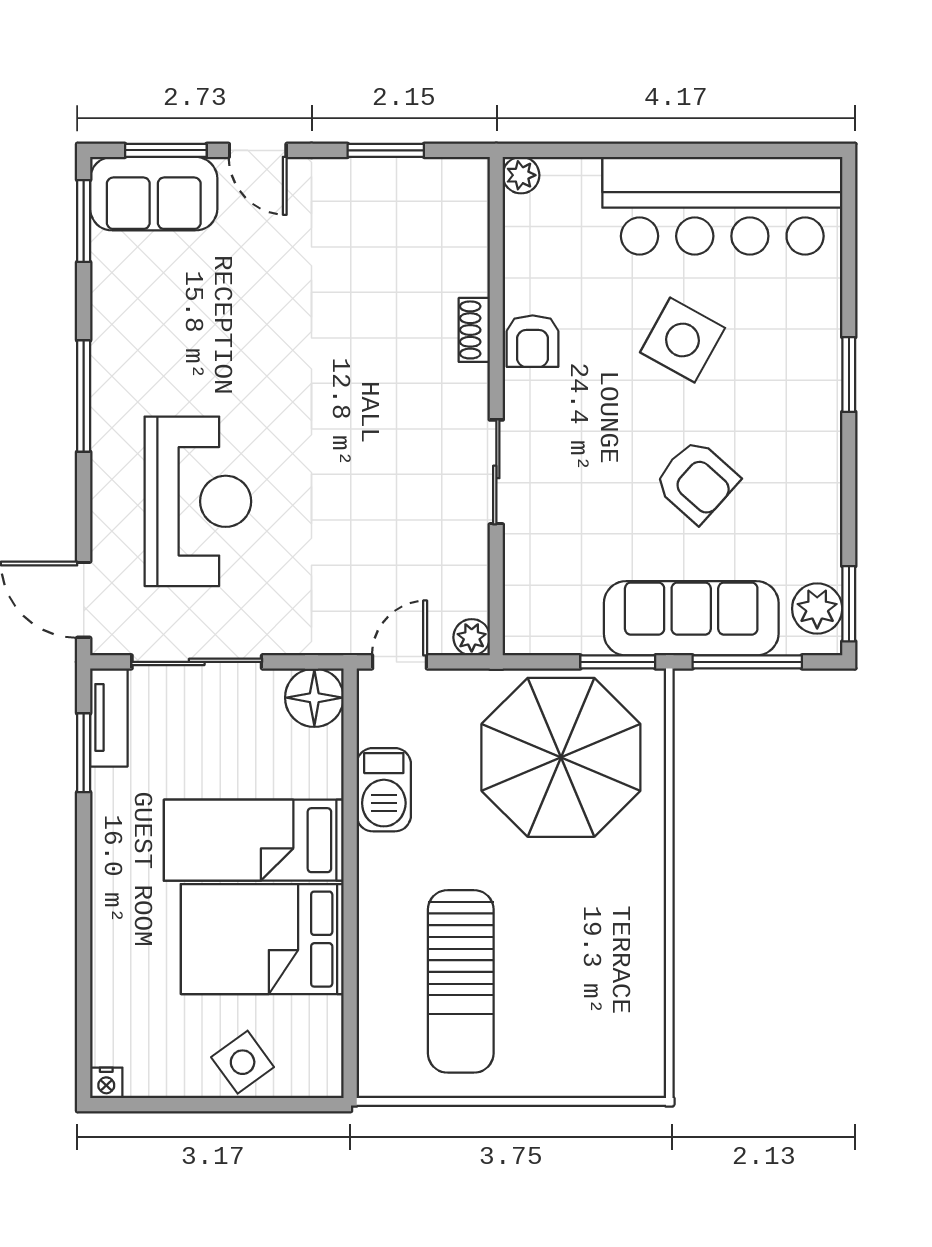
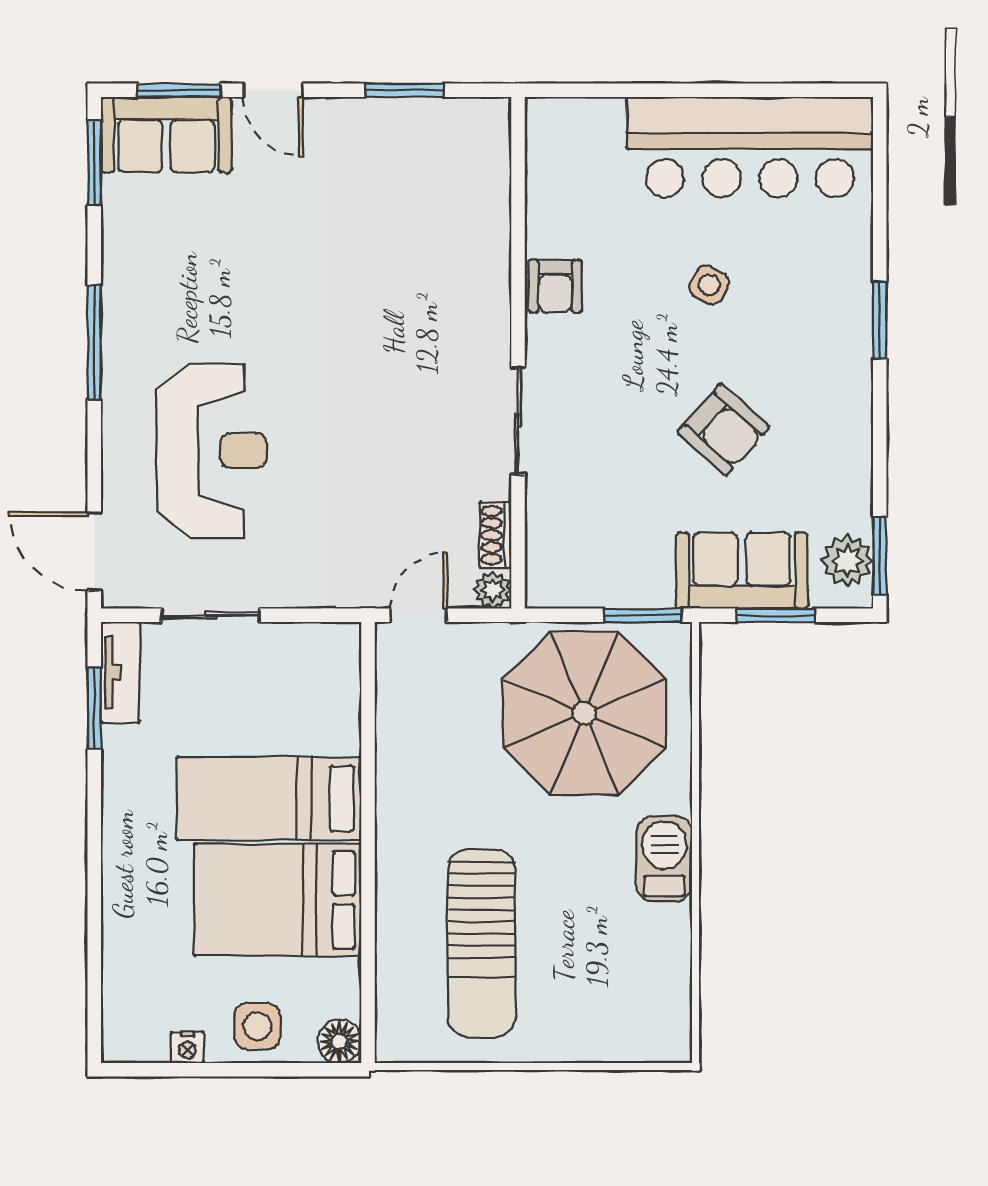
plant: (521, 175) -> (543, 116), removed
shoe rack: (474, 330) -> (495, 535), moved
side table: (682, 340) -> (709, 285), width x0.54, depth x0.54
sofa: (691, 618) -> (742, 571), width x0.73
sliding door: (197, 662) -> (210, 615), width x0.73
window: (747, 662) -> (776, 615), width x0.69
floor lamp: (314, 698) -> (339, 1041), moved, width x0.73, depth x0.73
barbecue: (384, 790) -> (664, 859), moved, turned 180
side table: (243, 1062) -> (257, 1026), turned 36
nightstand: (106, 1083) -> (188, 1047), moved

